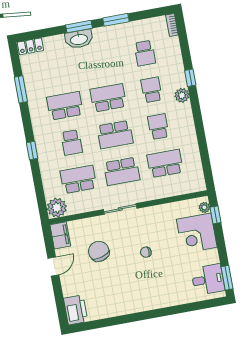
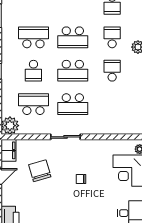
school desk: (108, 98) -> (73, 37), turned 180
school desk: (165, 163) -> (112, 104), removed

